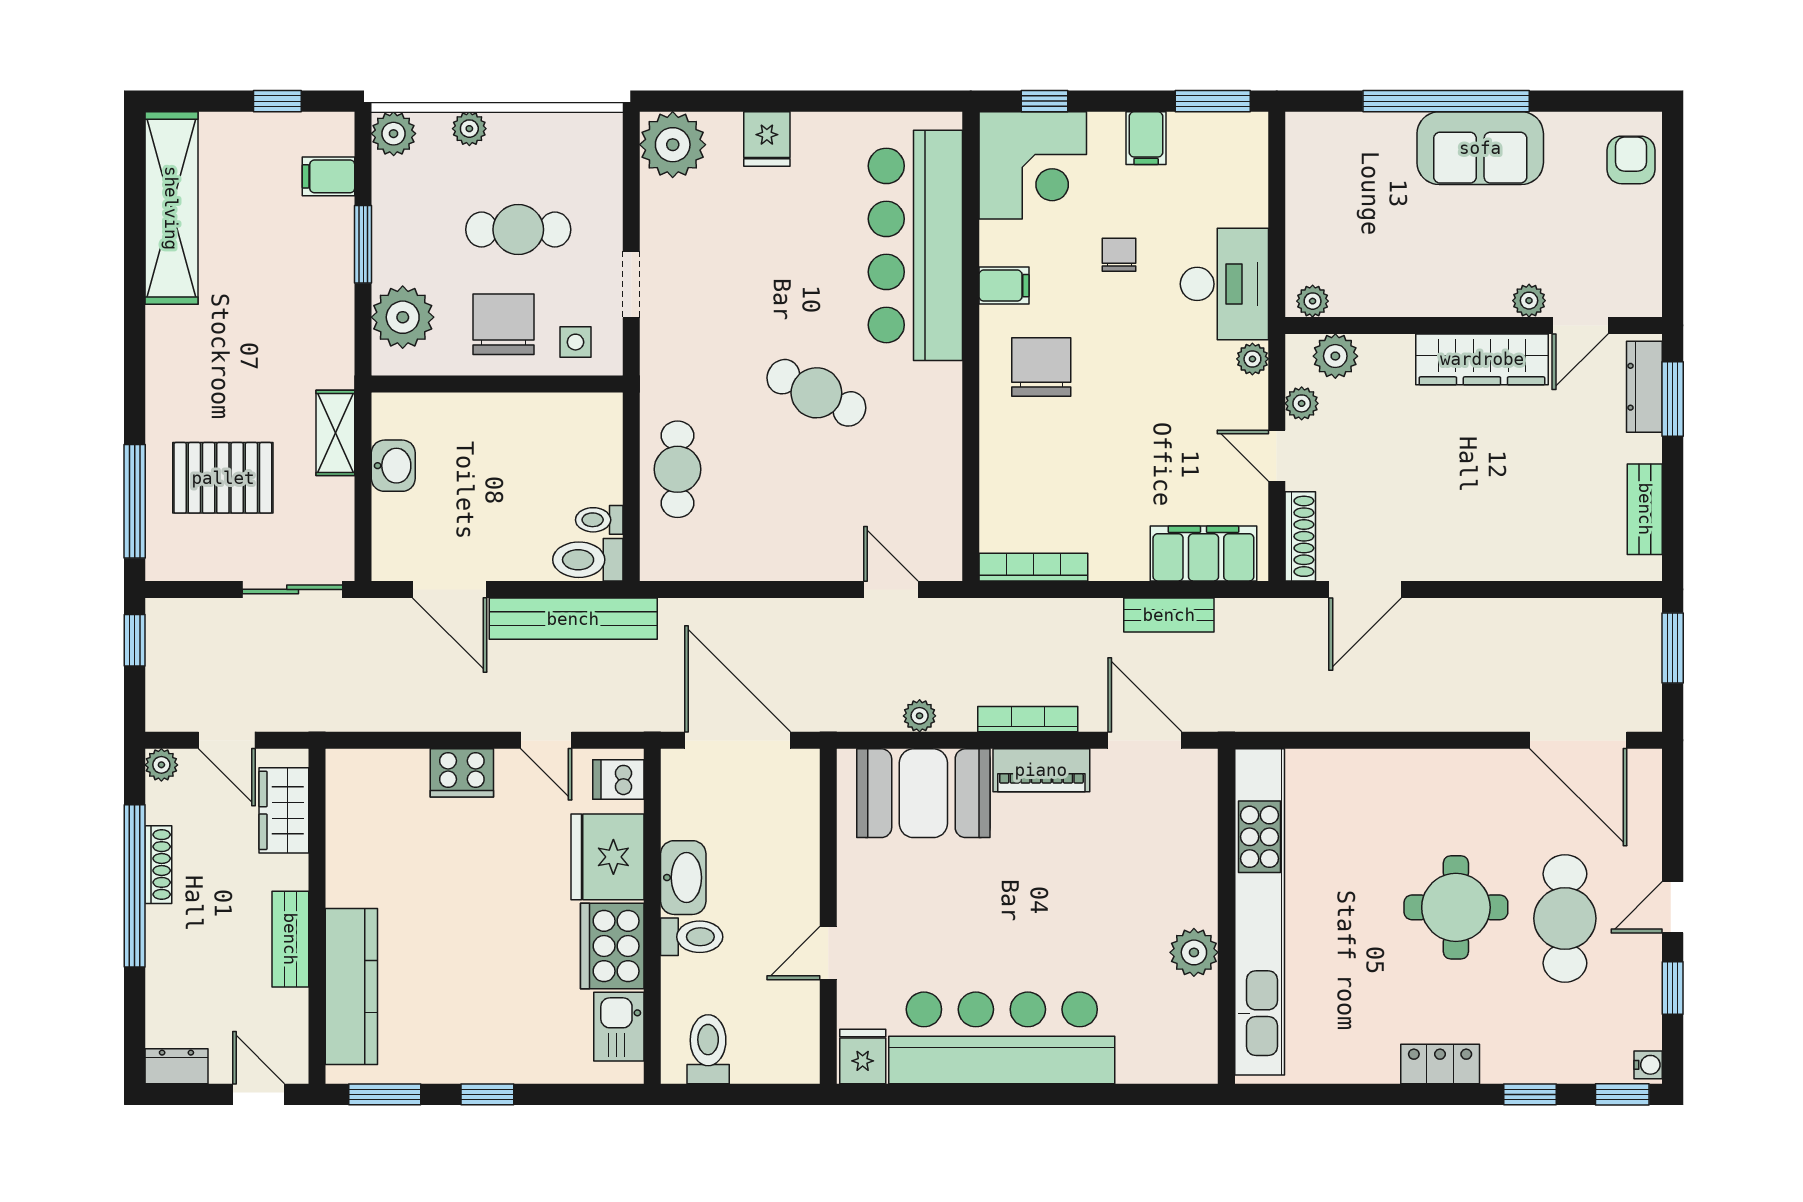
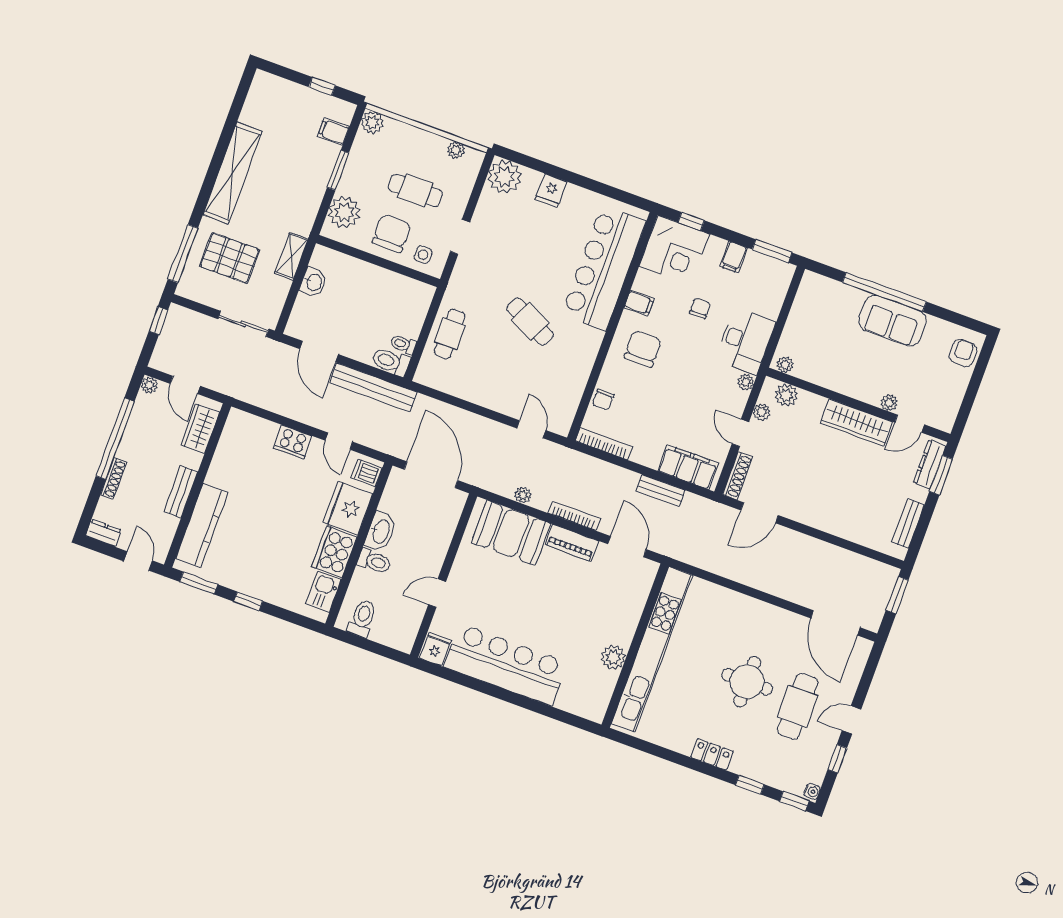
plant: (469, 129) -> (456, 150), moved
shelving: (171, 208) -> (233, 173), moved
chair: (1003, 487) -> (603, 399), added
shoe rack: (158, 865) -> (114, 479), moved

